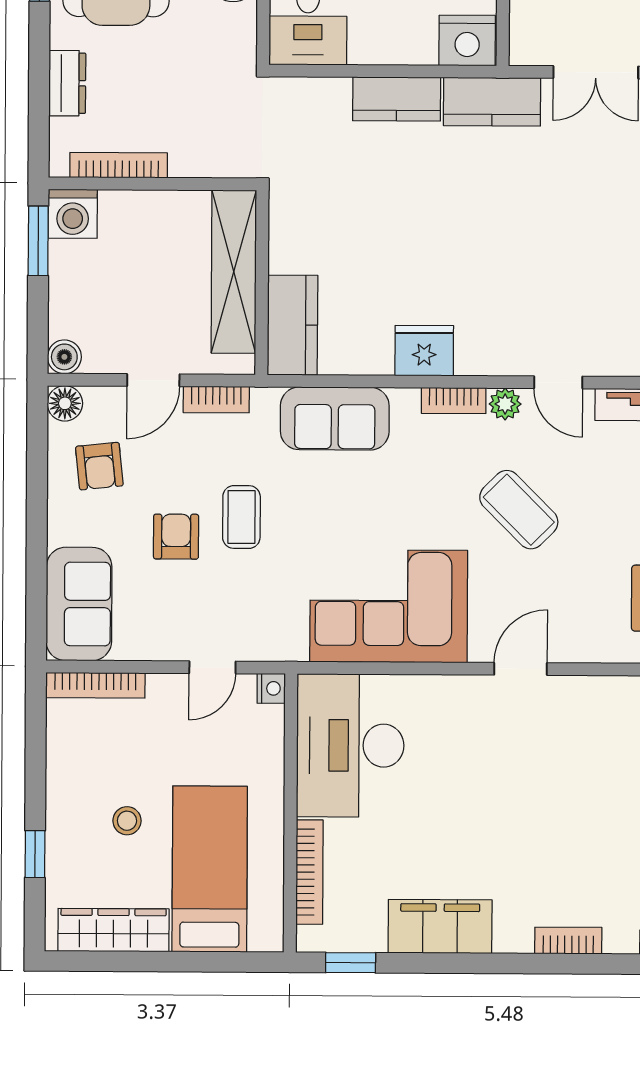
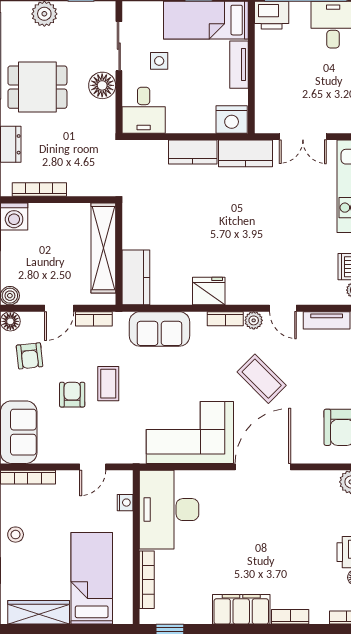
door: (521, 669) -> (263, 467), width x1.88
nightstand: (271, 688) -> (125, 503), moved
stool: (127, 821) -> (16, 535), moved
filing cabinet: (440, 926) -> (241, 609), moved

